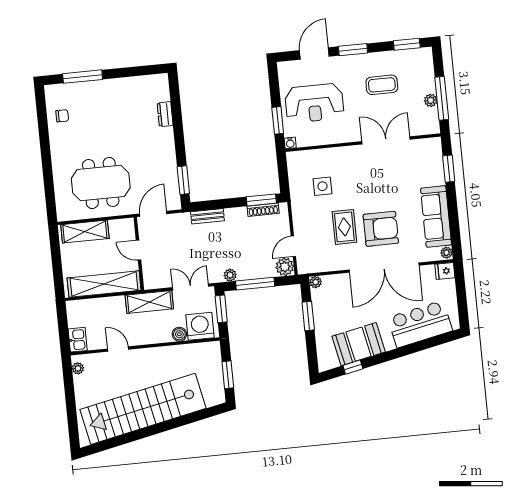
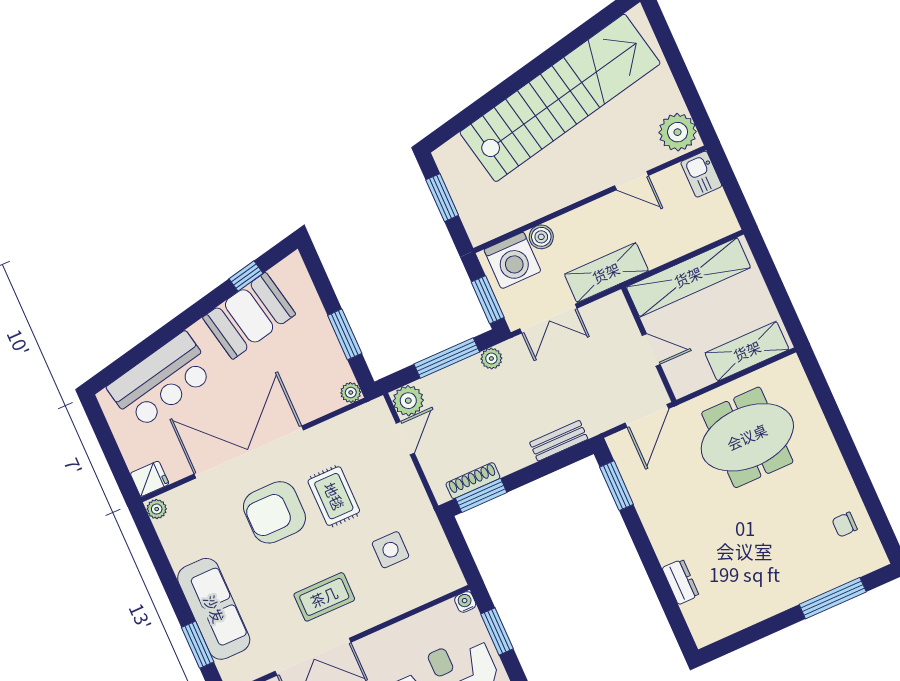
coffee table: (369, 172) -> (324, 597), added
sofa: (436, 217) -> (214, 609), moved
plant: (78, 368) -> (678, 132), width x1.88, depth x1.88

